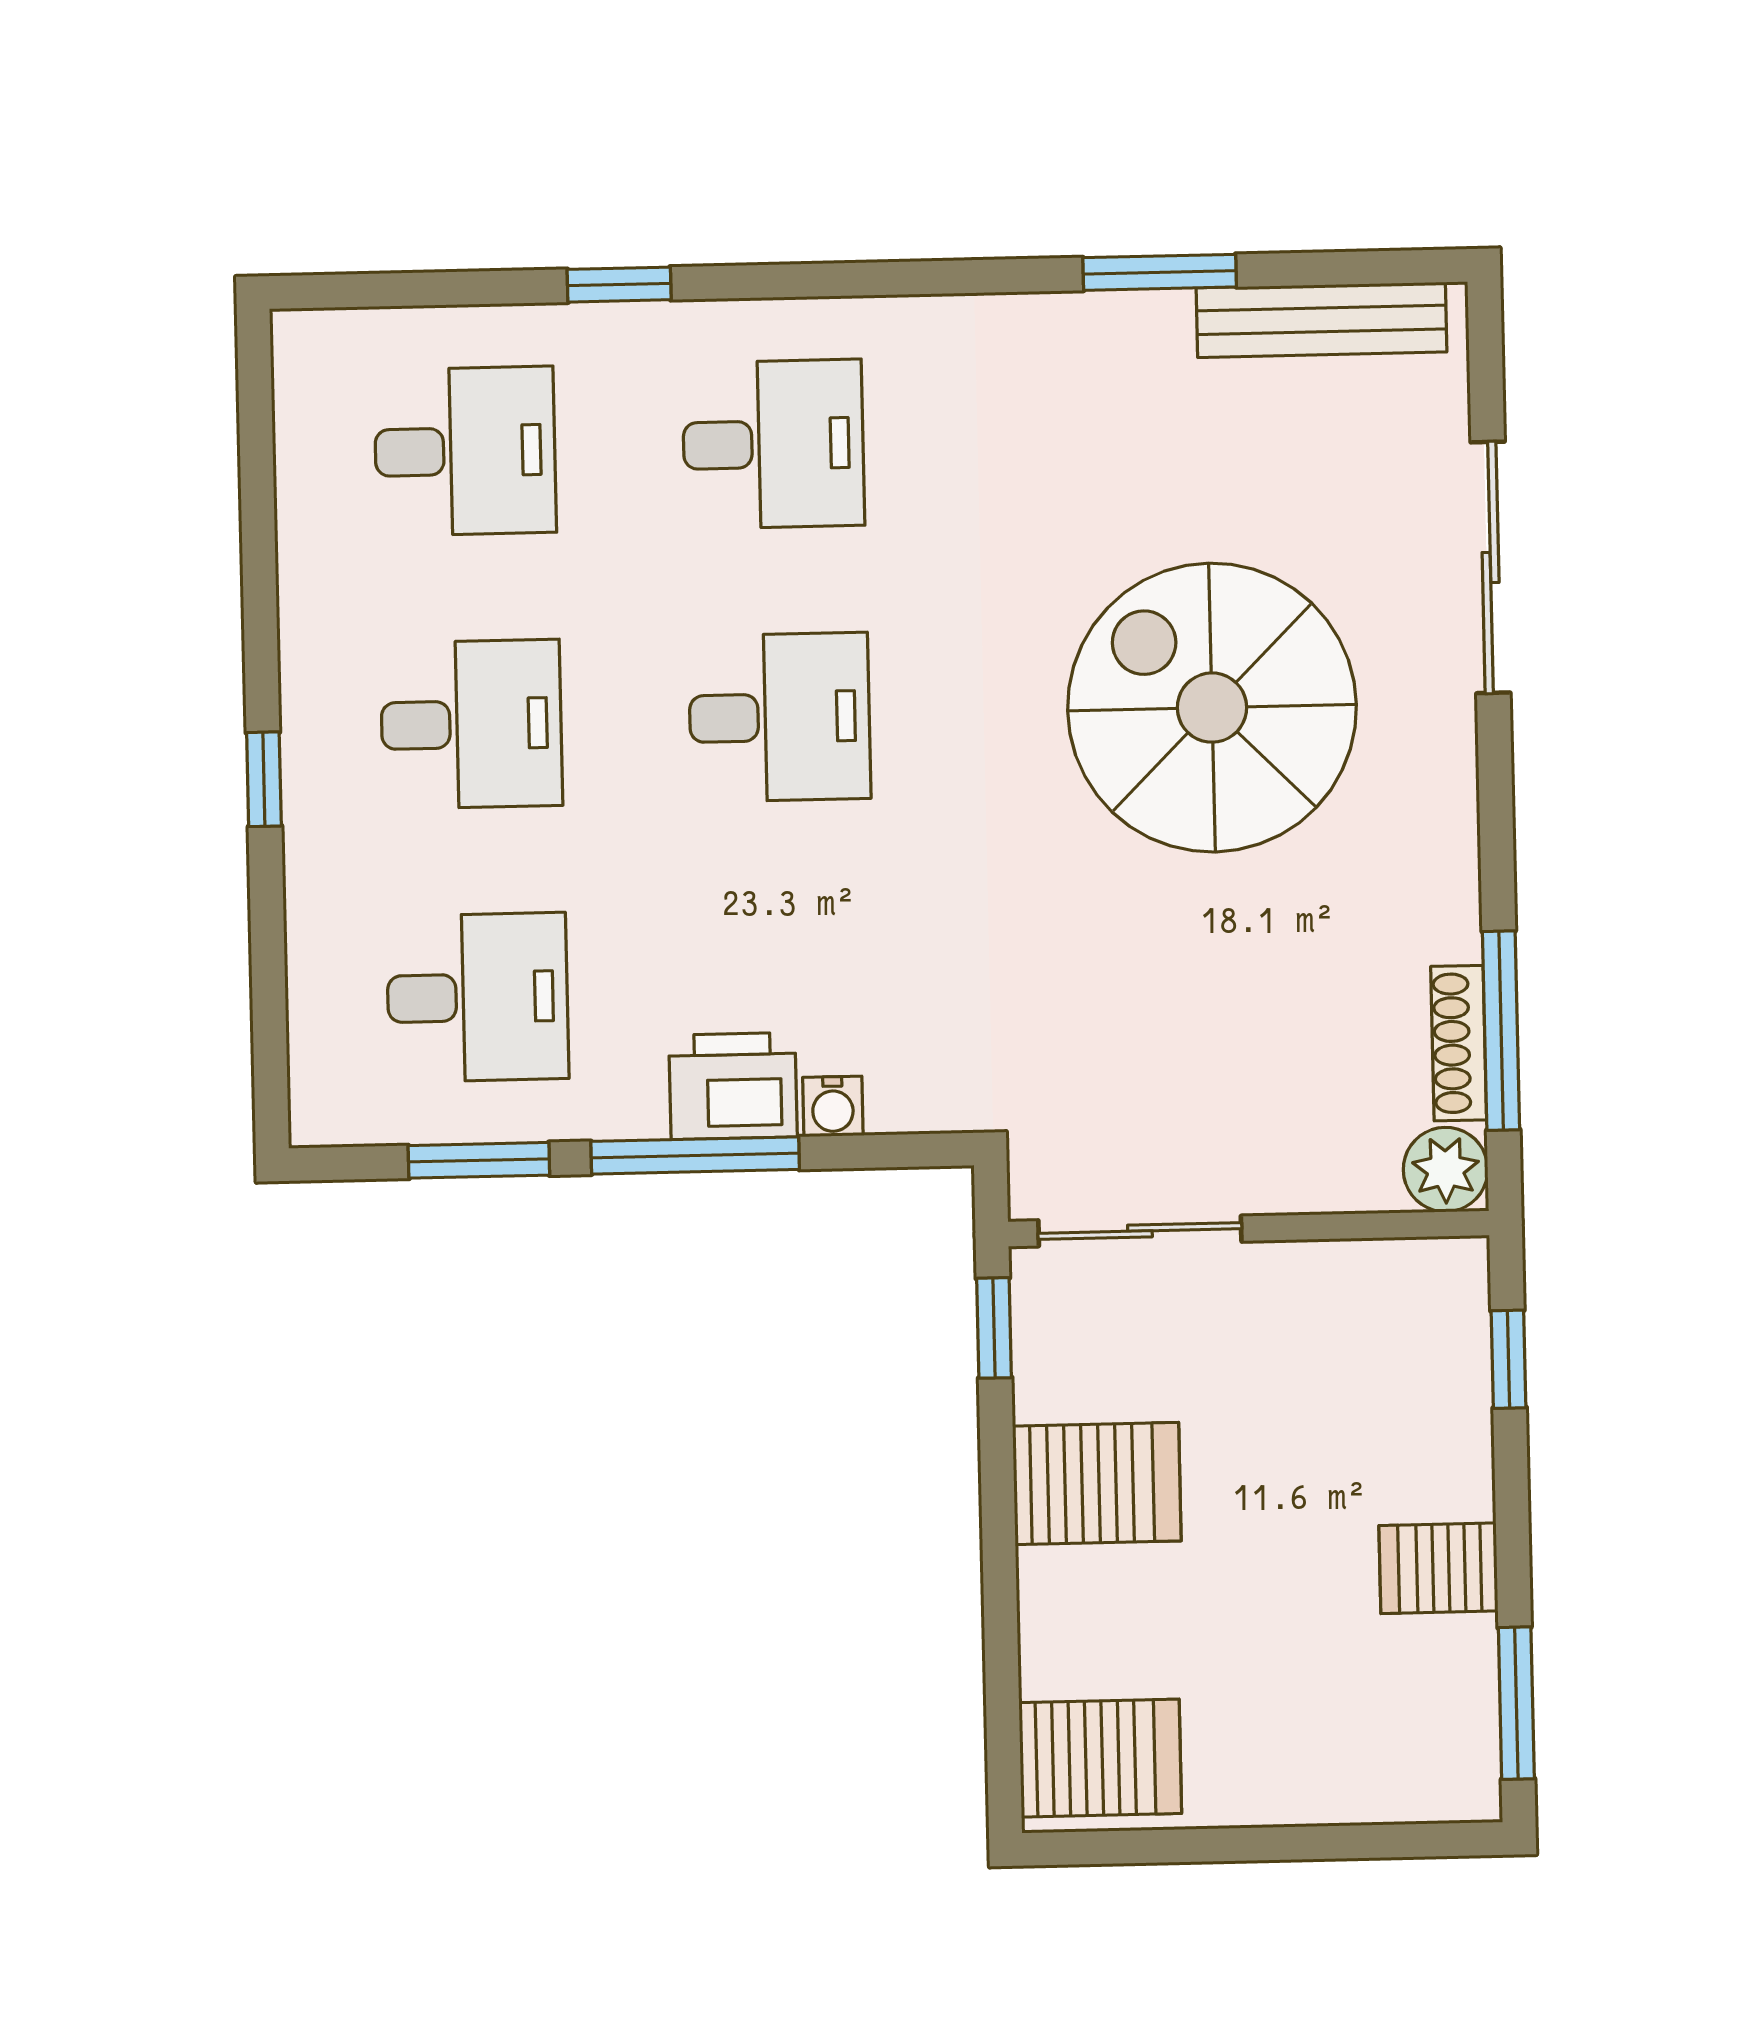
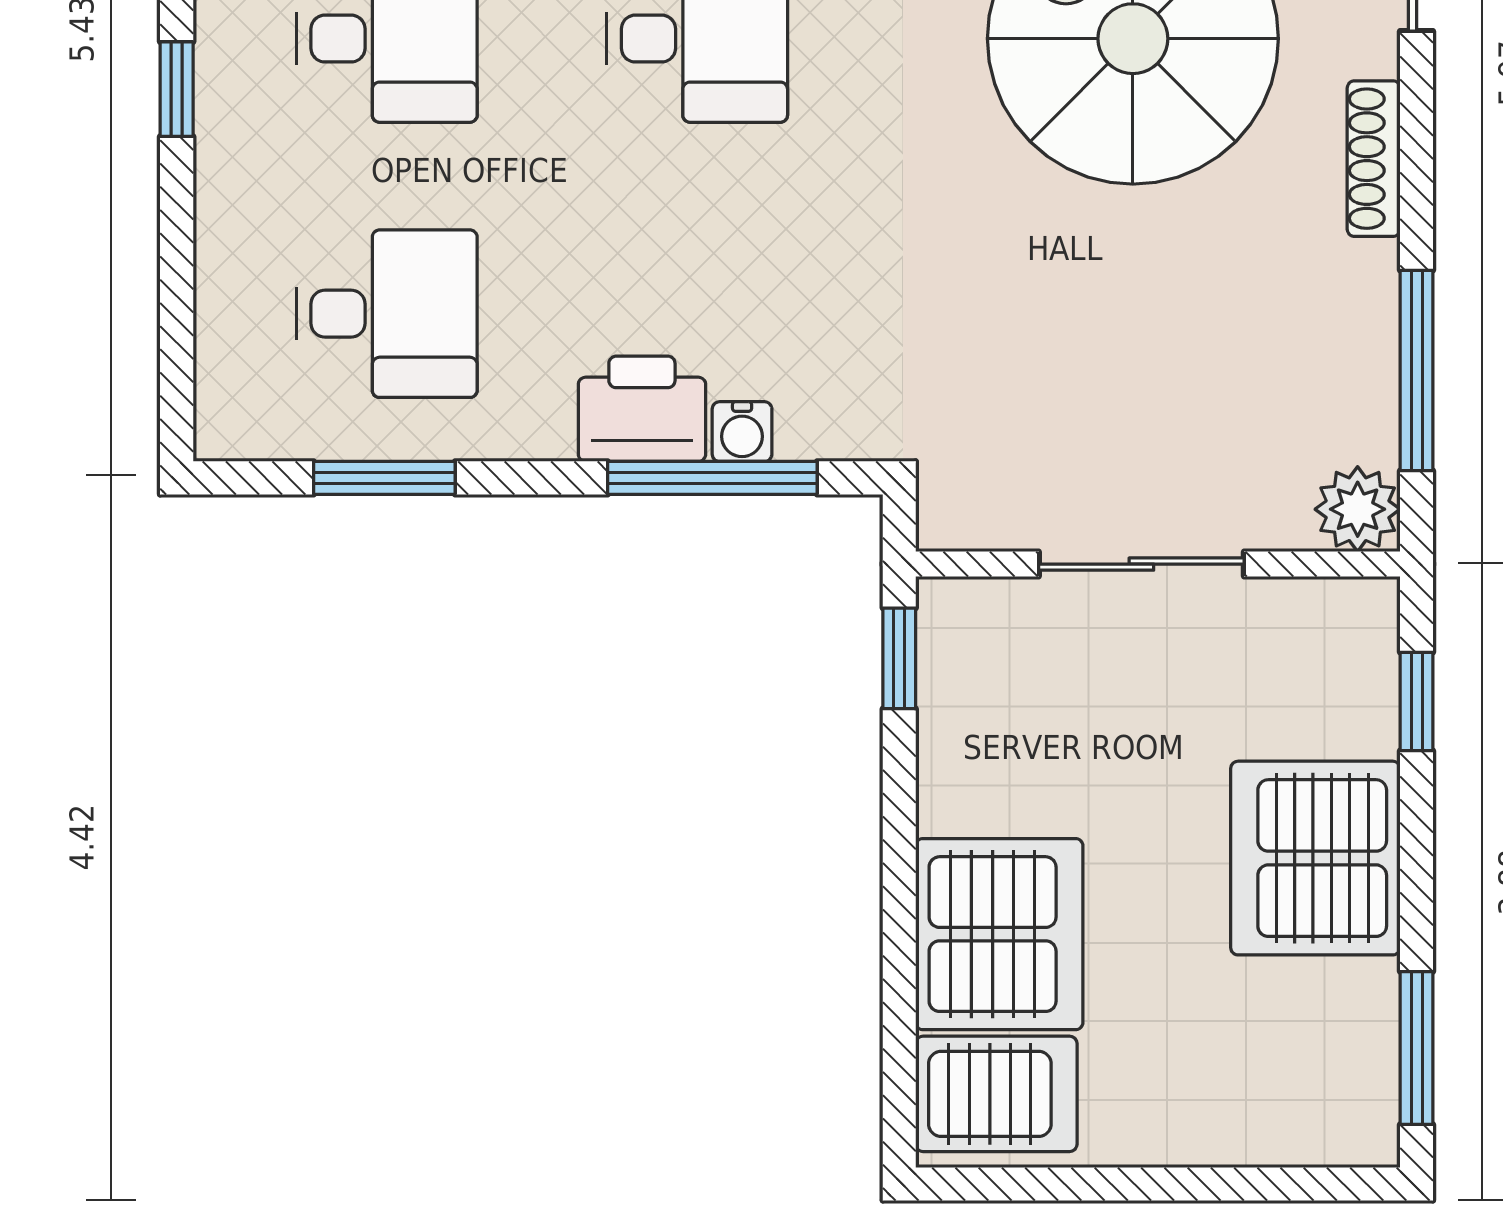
shoe rack: (1459, 1043) -> (1374, 159), moved
window: (695, 1155) -> (712, 478), moved
sliding door: (1140, 1231) -> (1141, 564), moved
server rack: (1097, 1483) -> (999, 934), moved, width x1.60
server rack: (1438, 1568) -> (1315, 858), width x2.18, depth x1.44

